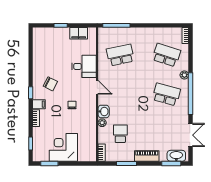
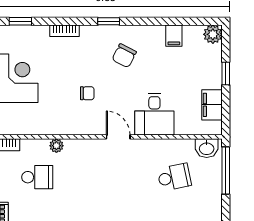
plant: (38, 33) -> (213, 34), added
school desk: (120, 55) -> (174, 177), width x0.54
door: (97, 87) -> (118, 137), swing flipped
filing cabinet: (39, 104) -> (174, 36), moved
washbasin: (104, 111) -> (207, 148), moved

